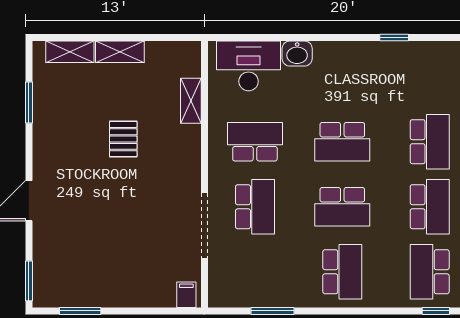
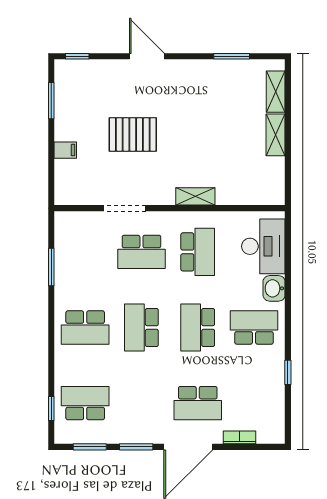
shelving: (191, 101) -> (195, 196), moved
pallet: (123, 139) -> (133, 134), moved, width x1.50, depth x1.42
school desk: (430, 207) -> (254, 327), moved, turned 180
doorway: (204, 226) -> (125, 208), width x0.73
window: (29, 281) -> (77, 56), width x0.67
filing cabinet: (186, 295) -> (65, 150), moved

